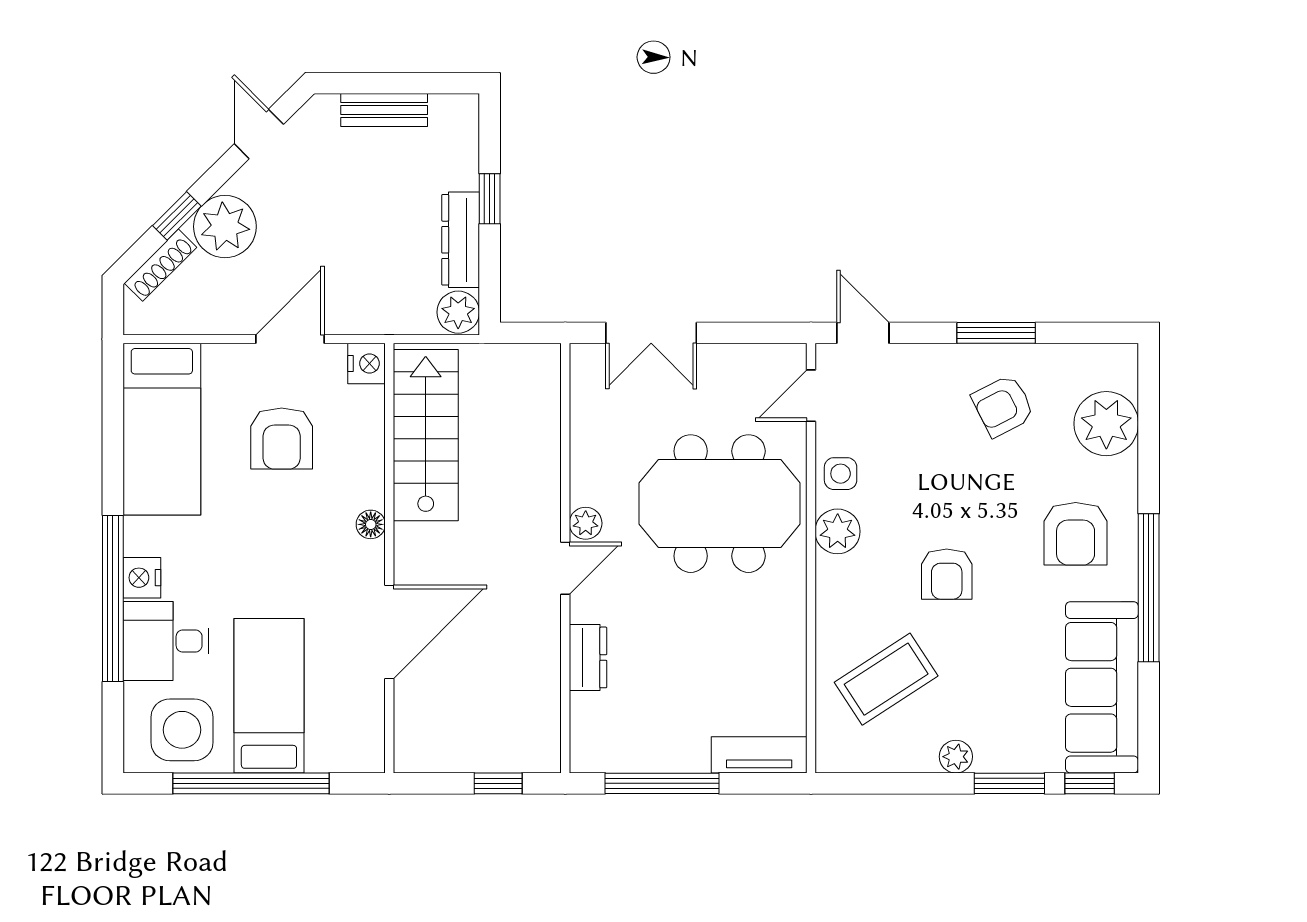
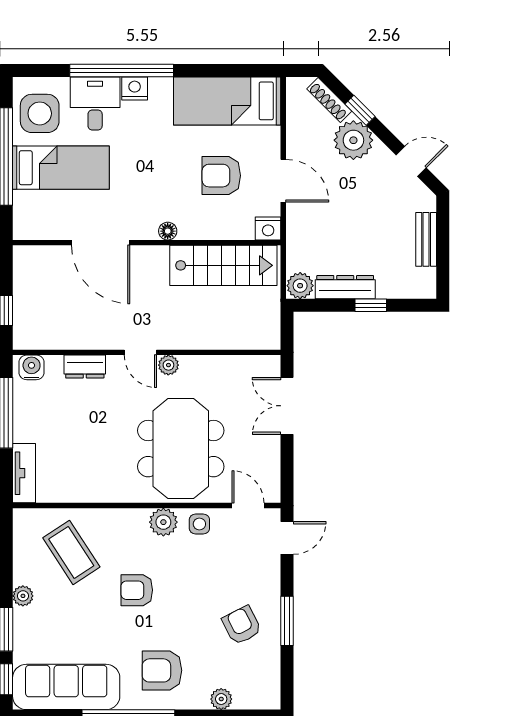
plant: (1106, 424) -> (221, 699), width x0.53, depth x0.53
water cooler: (589, 743) -> (32, 367), added

